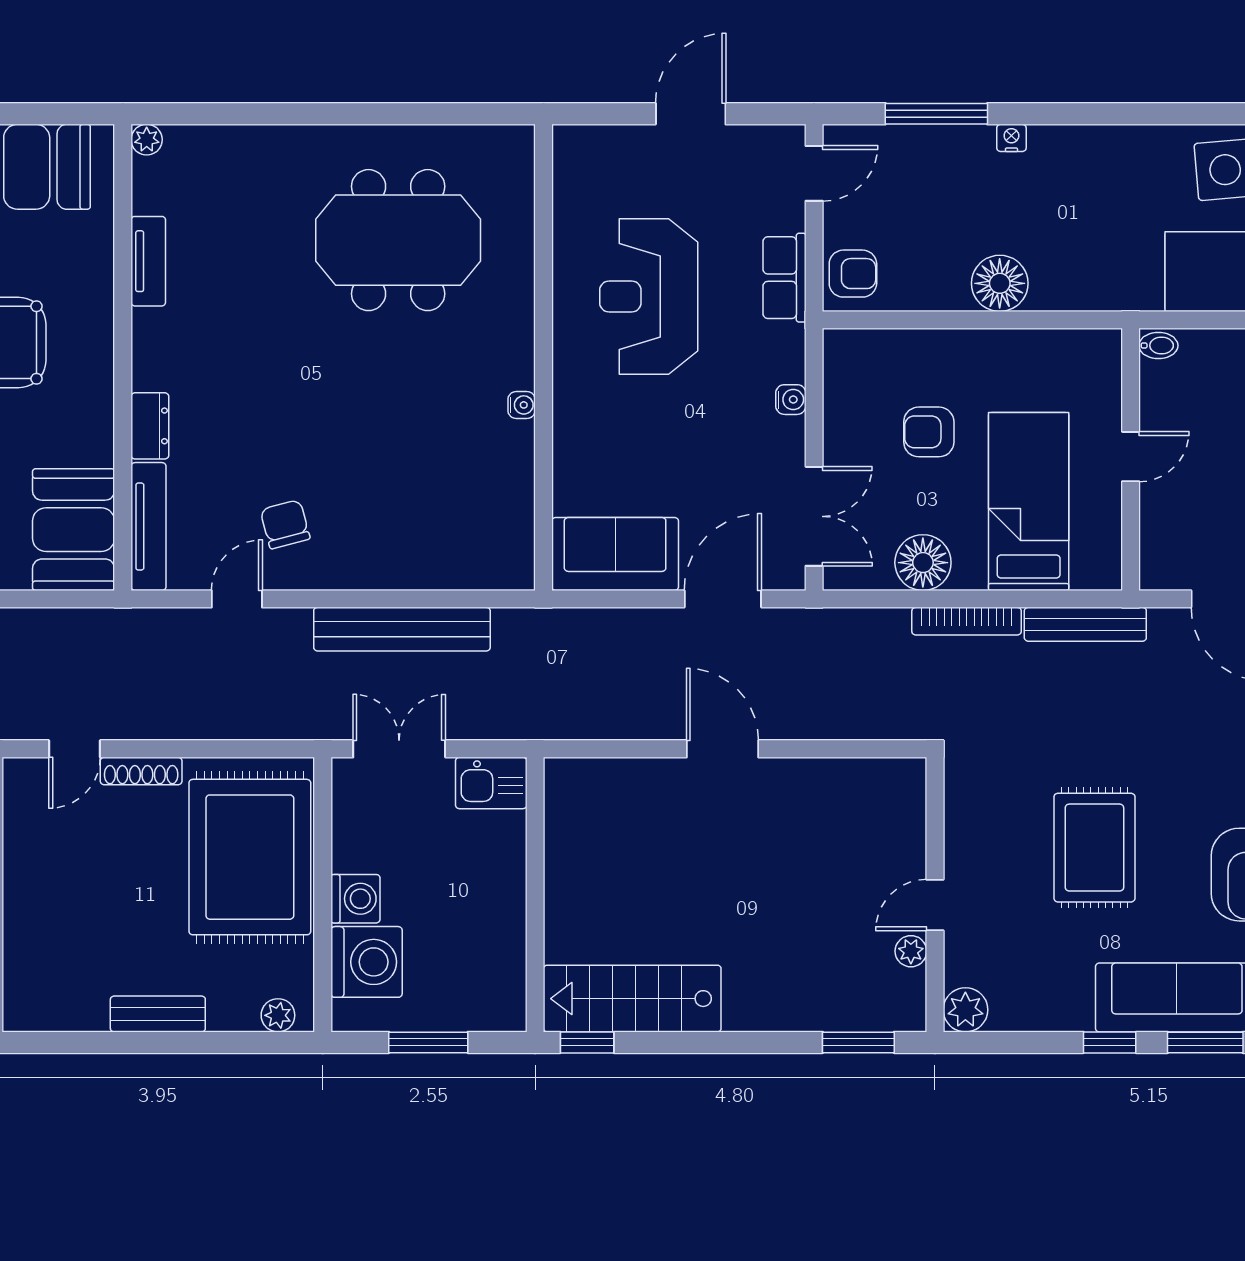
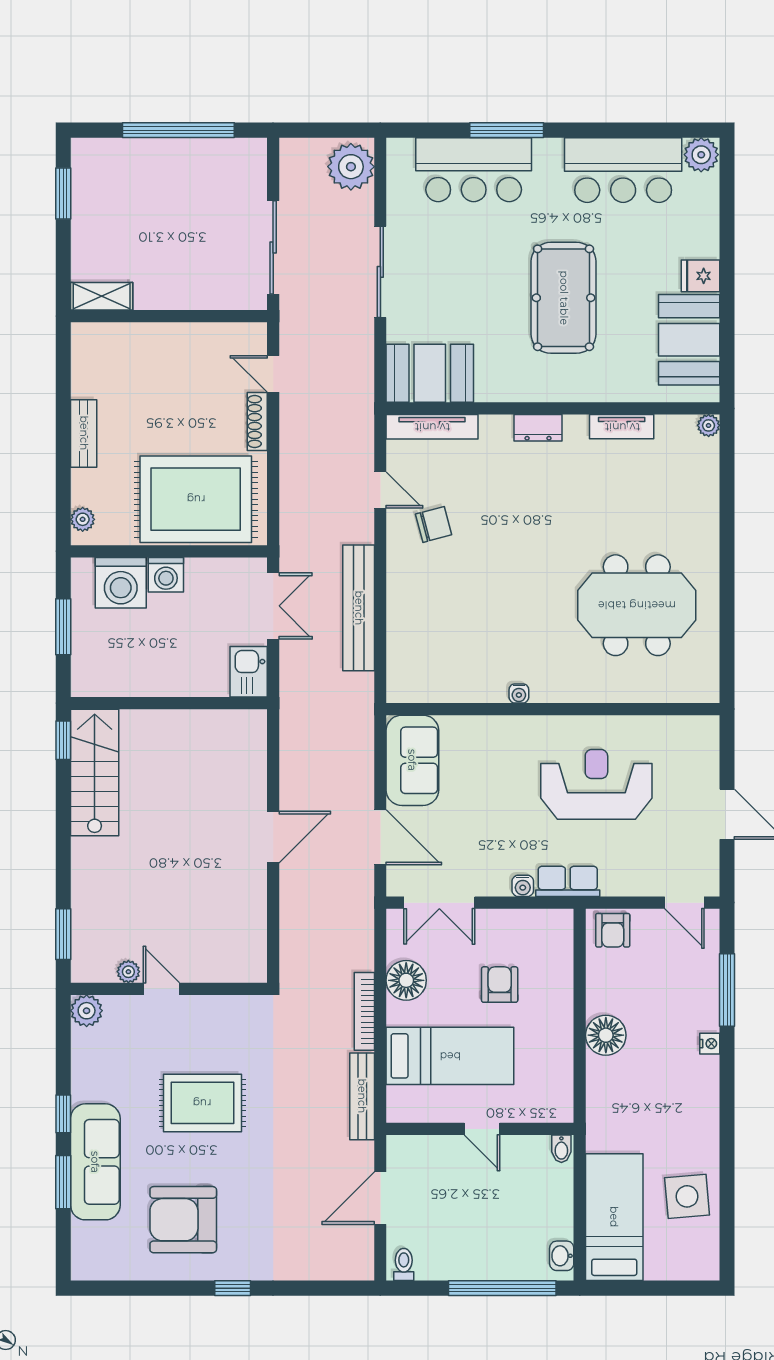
meeting table: (398, 240) -> (637, 605), turned 90
row of seats: (785, 278) -> (568, 881), moved
dresser: (150, 426) -> (538, 428), moved

